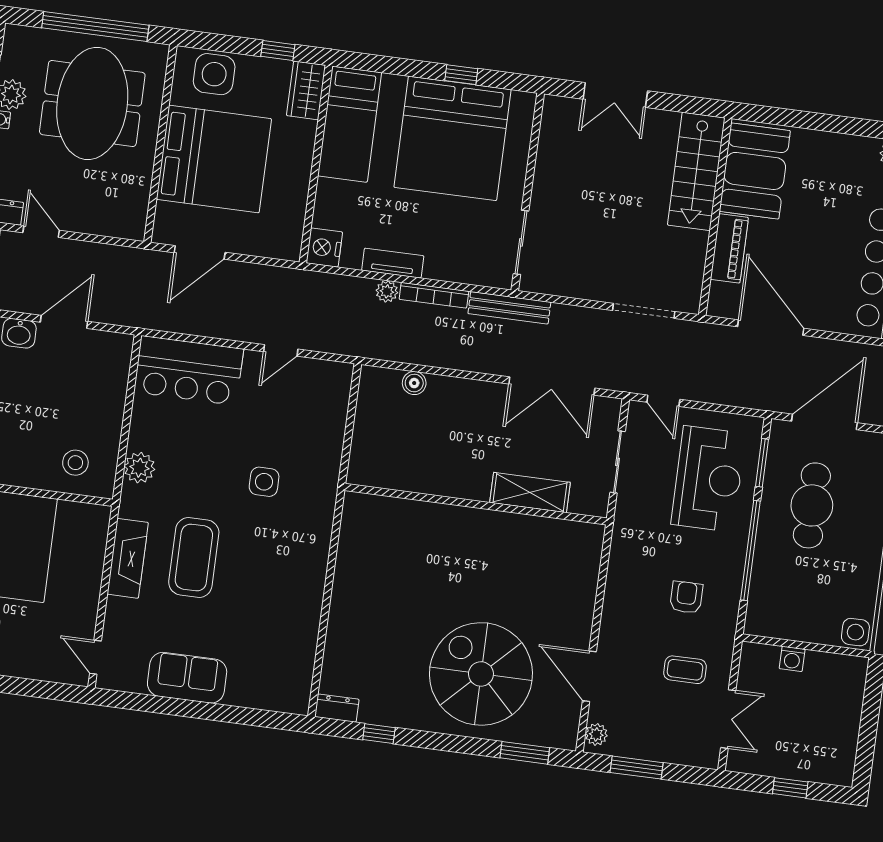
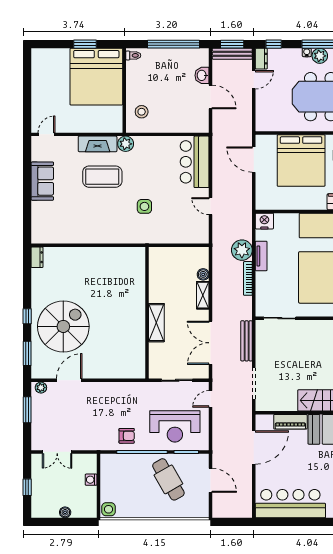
plant: (387, 291) -> (242, 250), width x1.87, depth x1.87
bench: (509, 308) -> (247, 341), moved
shelving: (455, 389) -> (203, 295), added
door: (824, 422) -> (211, 480), width x0.73
plant: (139, 468) -> (126, 144), moved
shelving: (530, 493) -> (156, 323), moved
cafe table: (812, 505) -> (168, 479), turned 60
armchair: (686, 597) -> (127, 436), moved
coffee table: (685, 670) -> (79, 427), removed
boiler: (850, 719) -> (65, 512), added
window: (379, 734) -> (27, 316), moved

